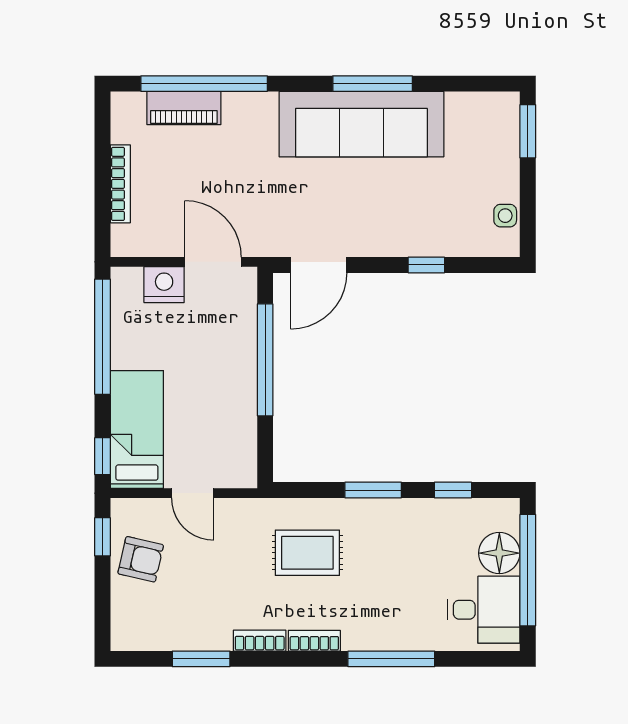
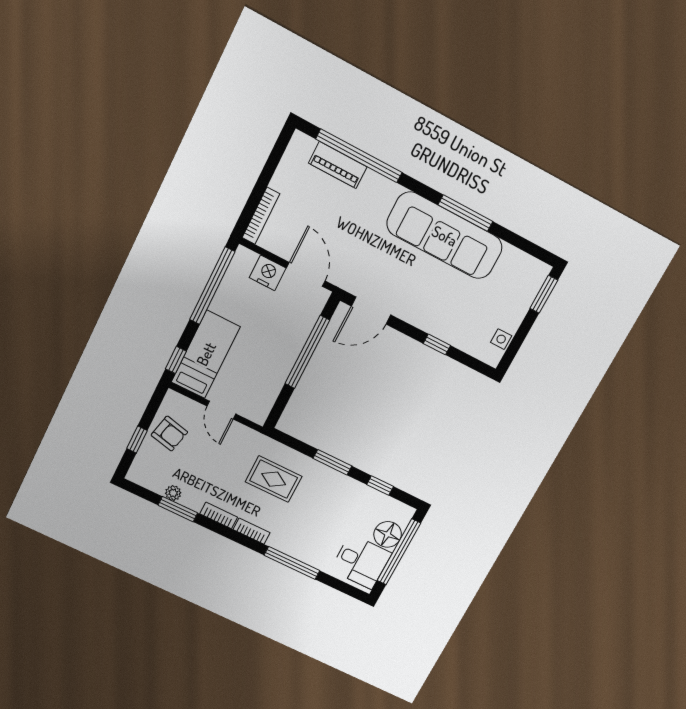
bookcase: (120, 184) -> (261, 216), moved
window: (103, 537) -> (137, 439), moved
plant: (184, 639) -> (173, 493), added

